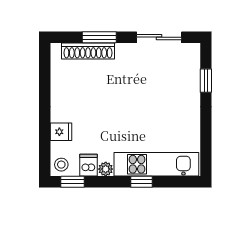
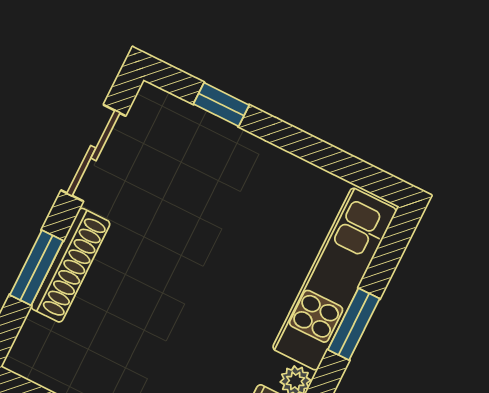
shoe rack: (88, 51) -> (71, 265), moved
window: (142, 182) -> (354, 324), width x1.50

